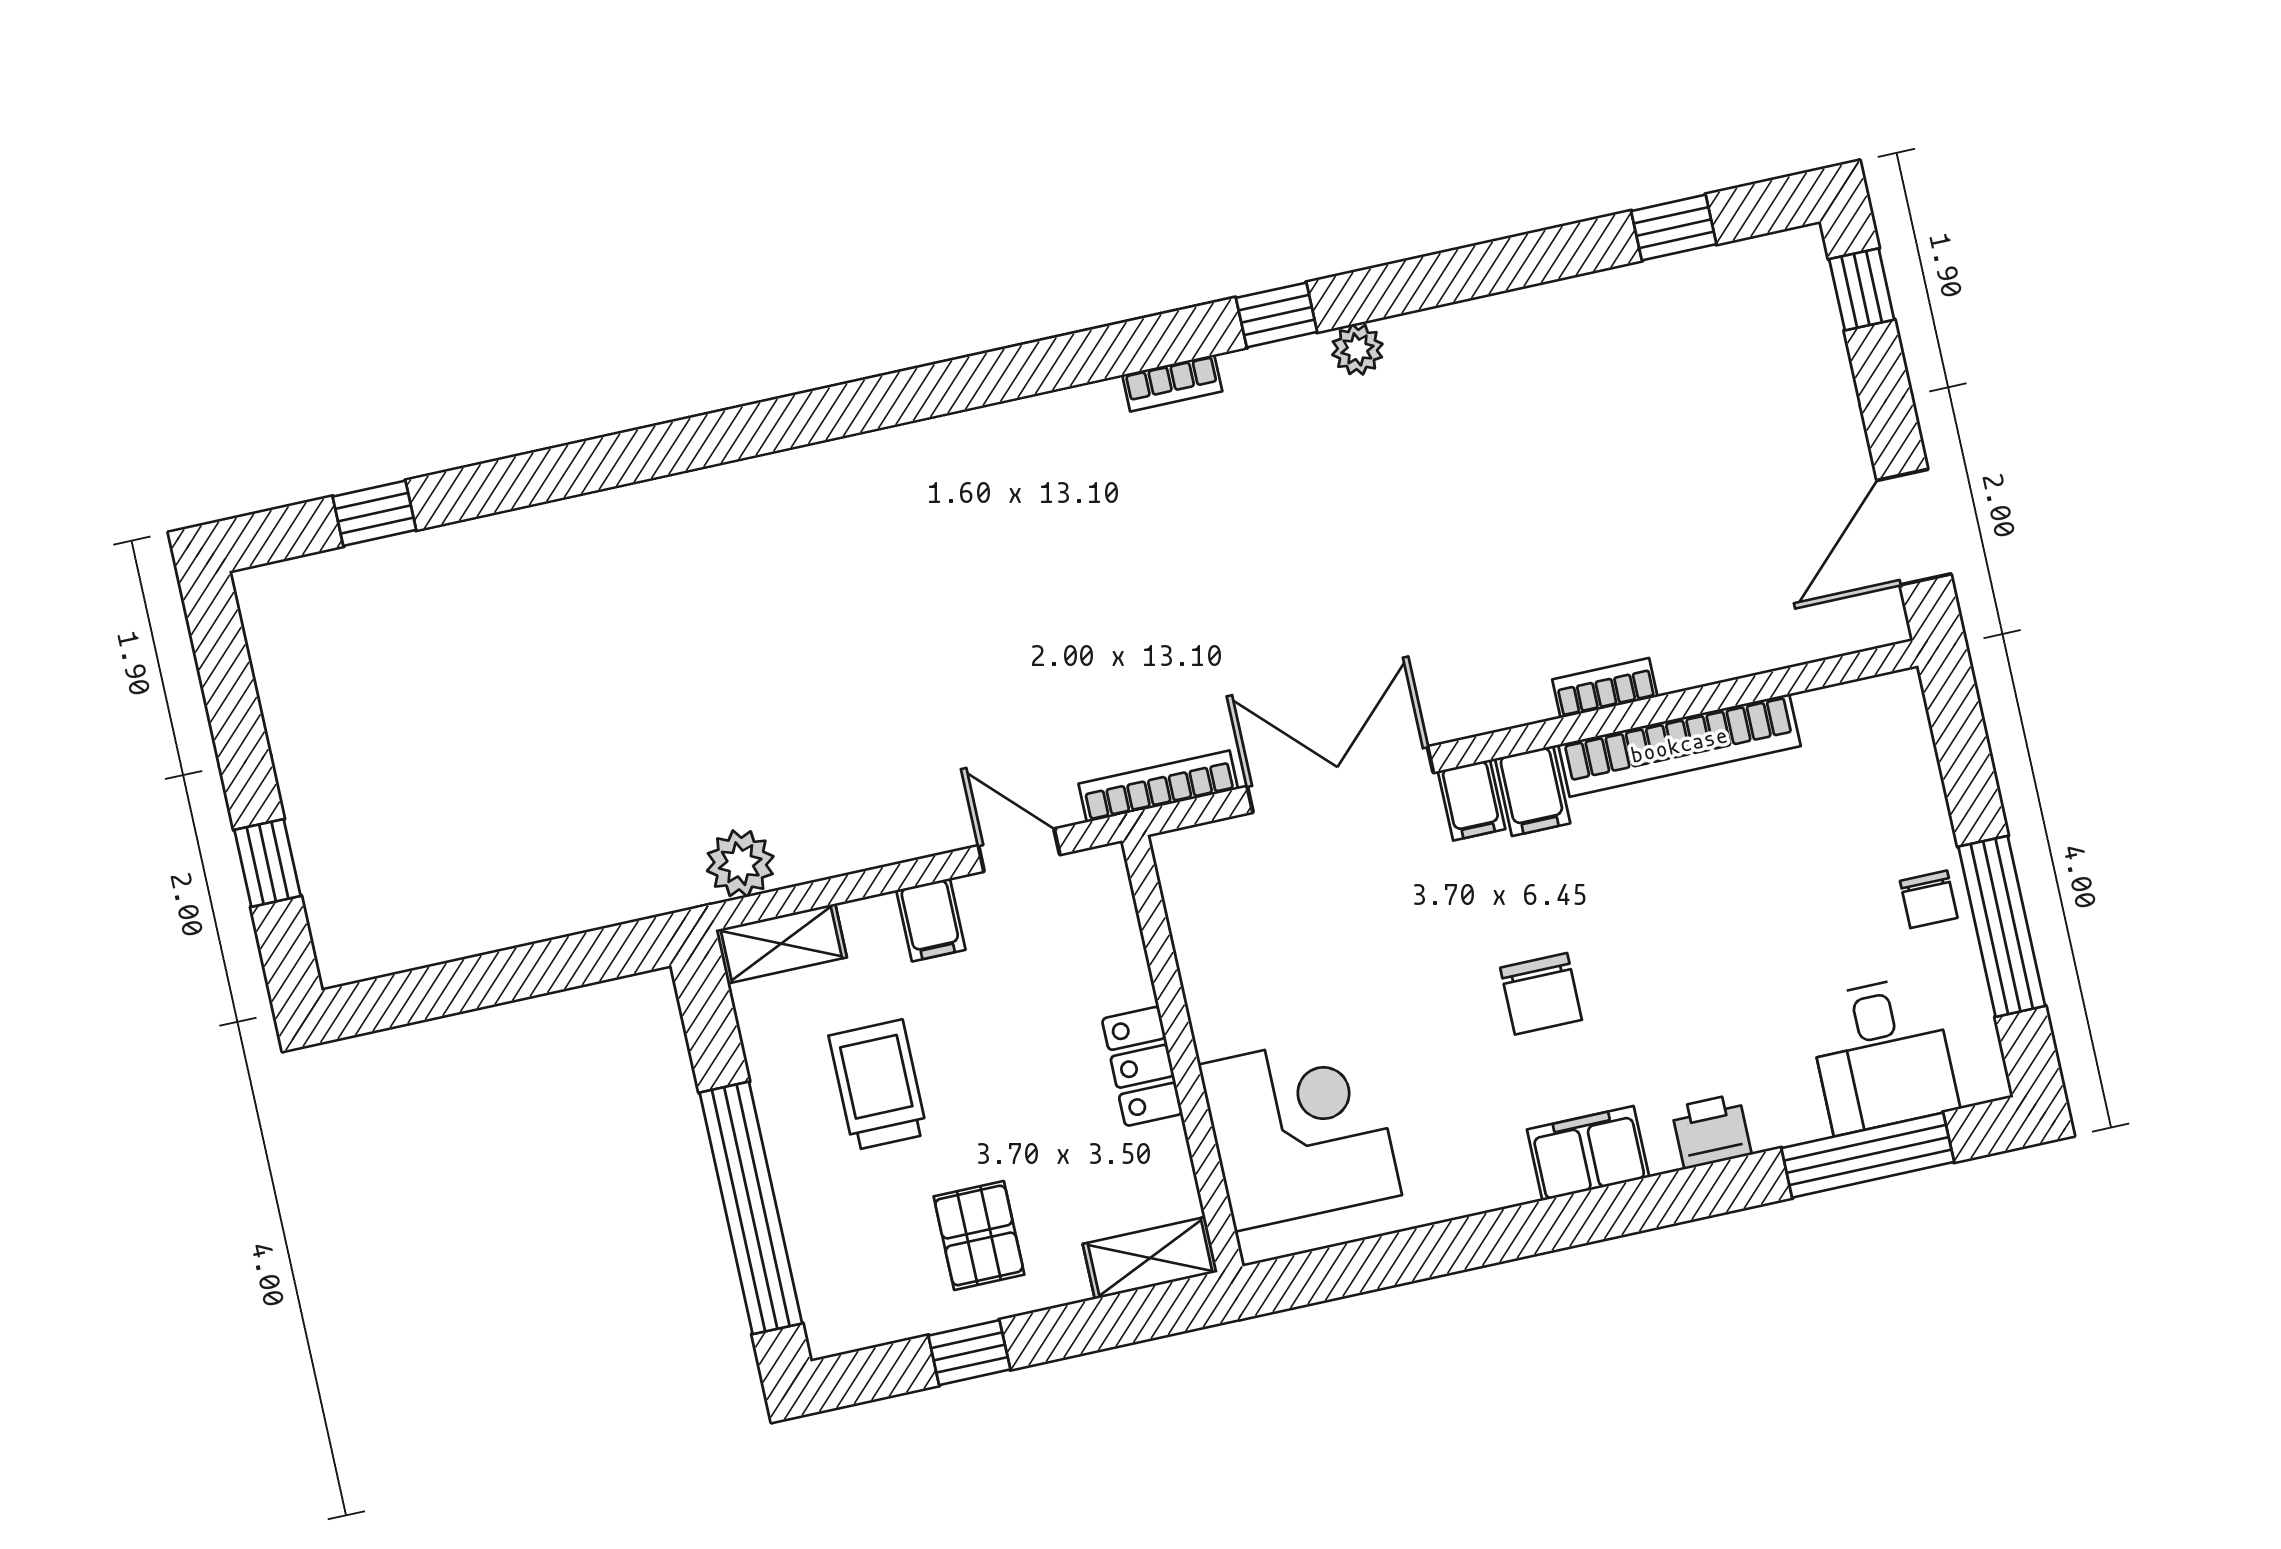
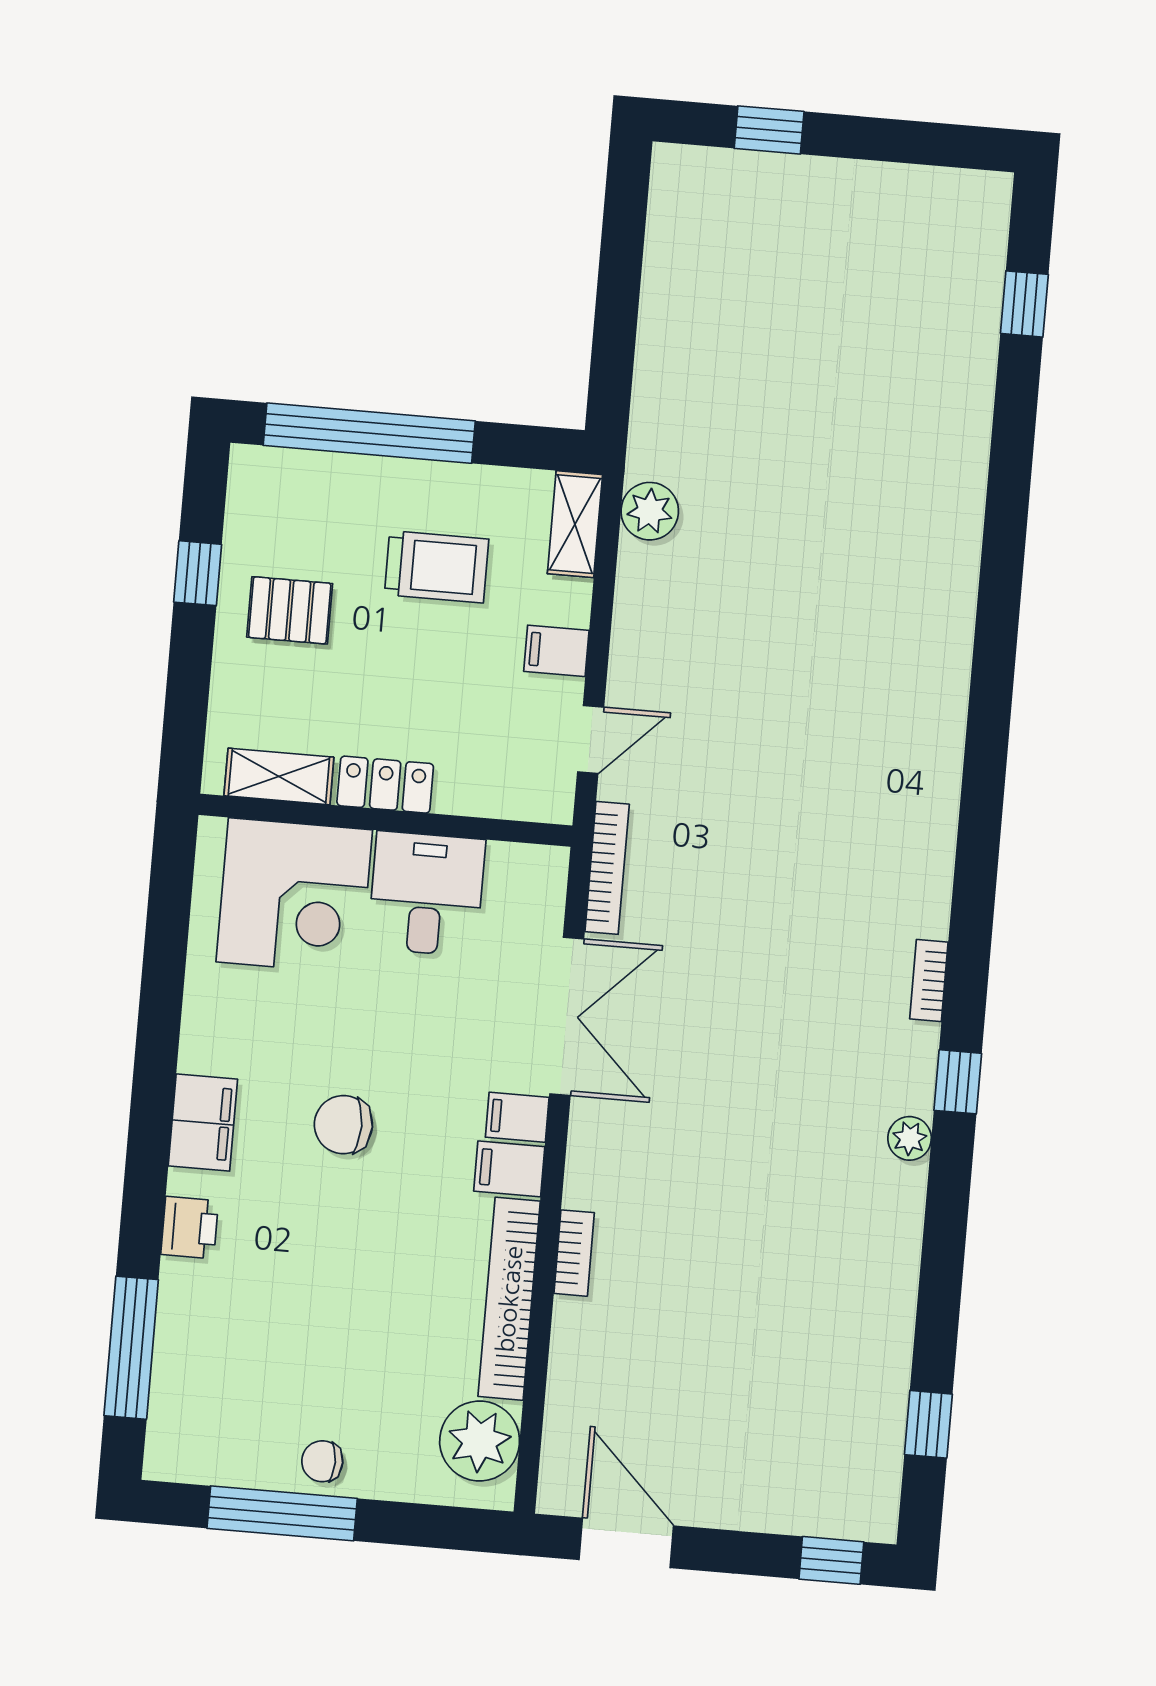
plant: (1851, 729) -> (480, 1441), added
desk: (1882, 1054) -> (426, 894), moved, turned 90
shelving: (1150, 1258) -> (279, 776), moved, turned 90

